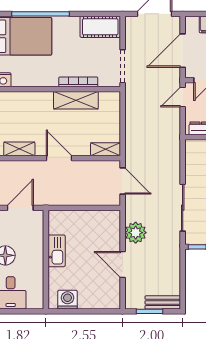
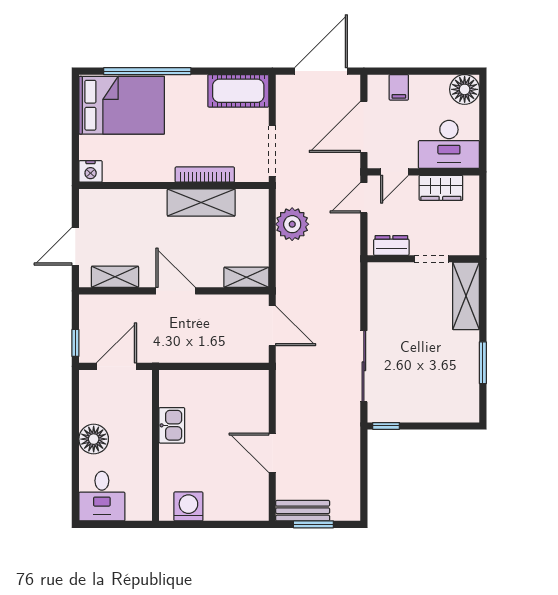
plant: (136, 233) -> (292, 224), moved
kitchen sink: (57, 251) -> (172, 425), width x0.73
bench: (163, 302) -> (303, 511), moved

